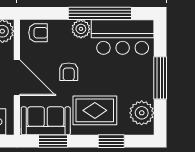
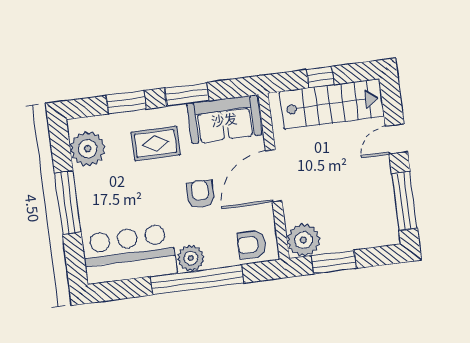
window: (100, 13) -> (197, 280), moved
door: (17, 78) -> (274, 176), hinge flipped
rug: (95, 110) -> (156, 143), width x0.73, depth x0.70
window: (53, 141) -> (187, 94), moved

